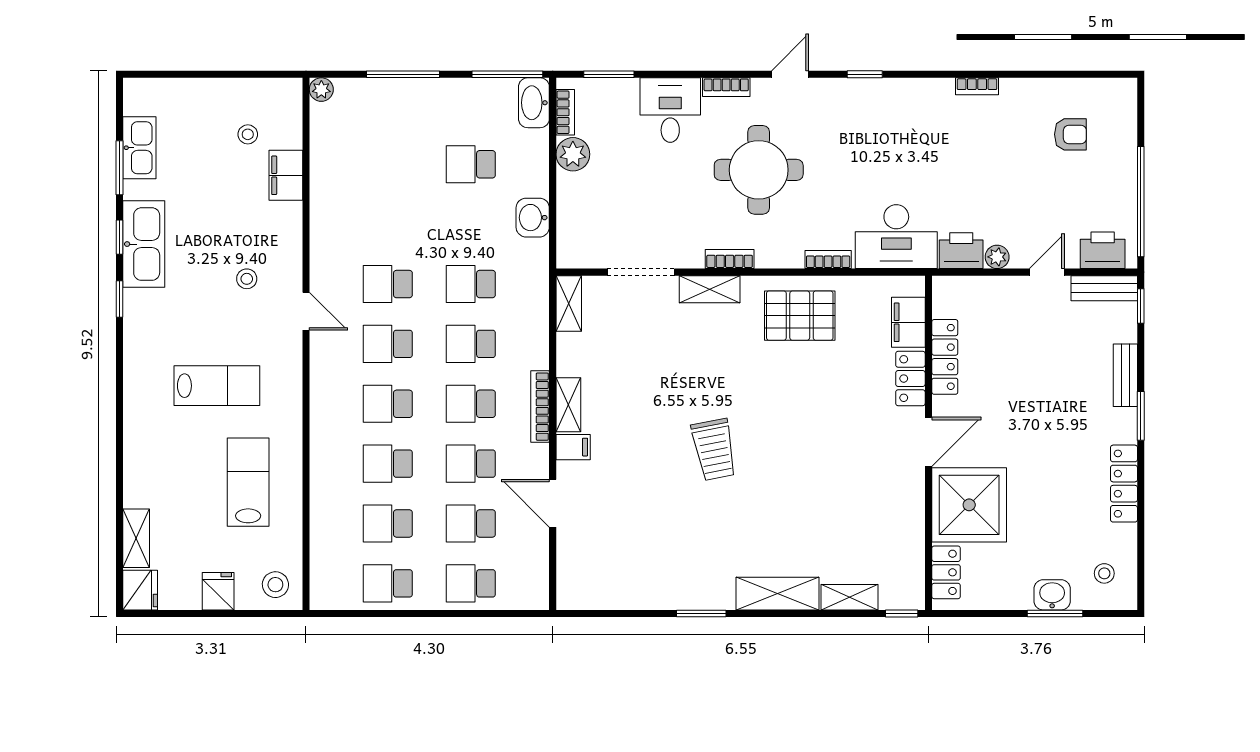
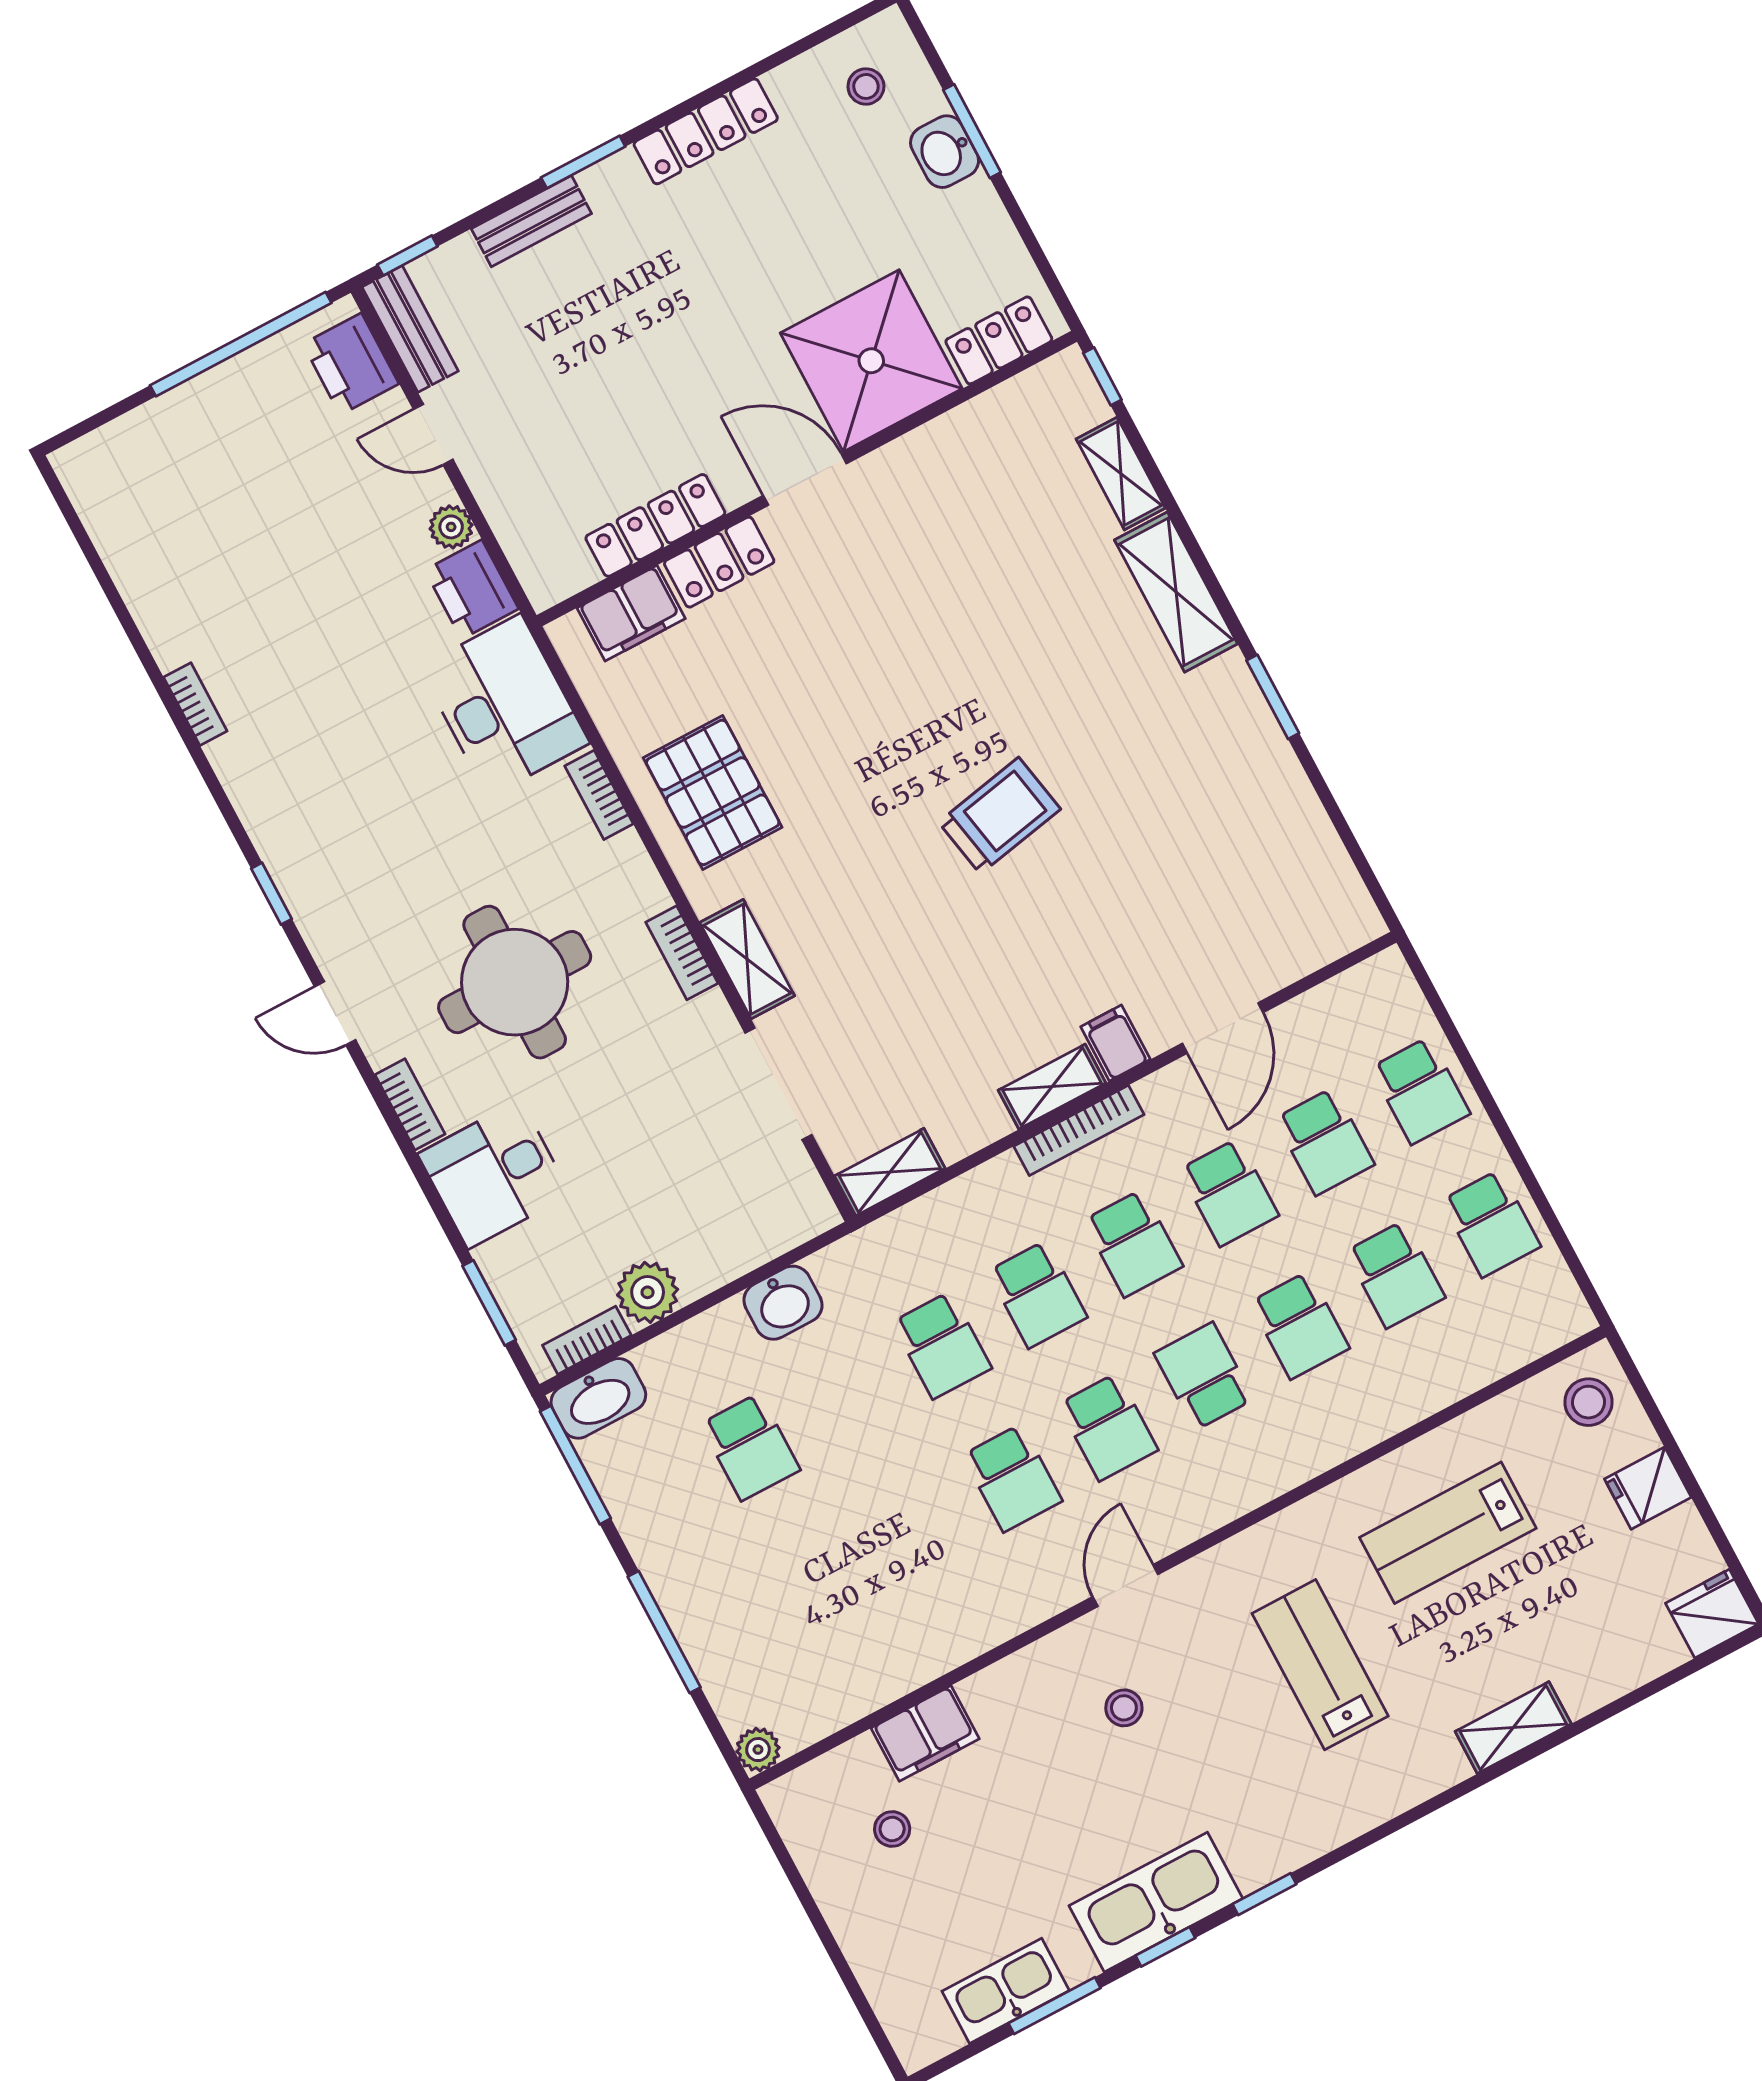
armchair: (1070, 134) -> (193, 514), removed
school desk: (388, 404) -> (1204, 1376), turned 180
shelving: (136, 538) -> (1513, 1728), moved

